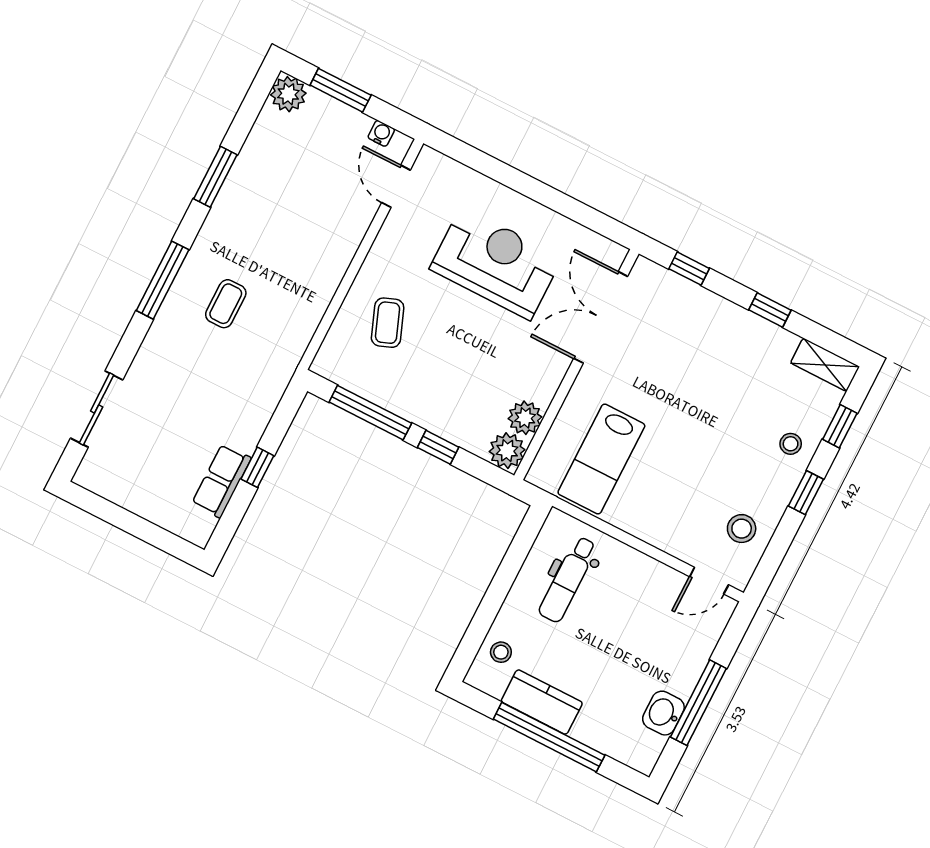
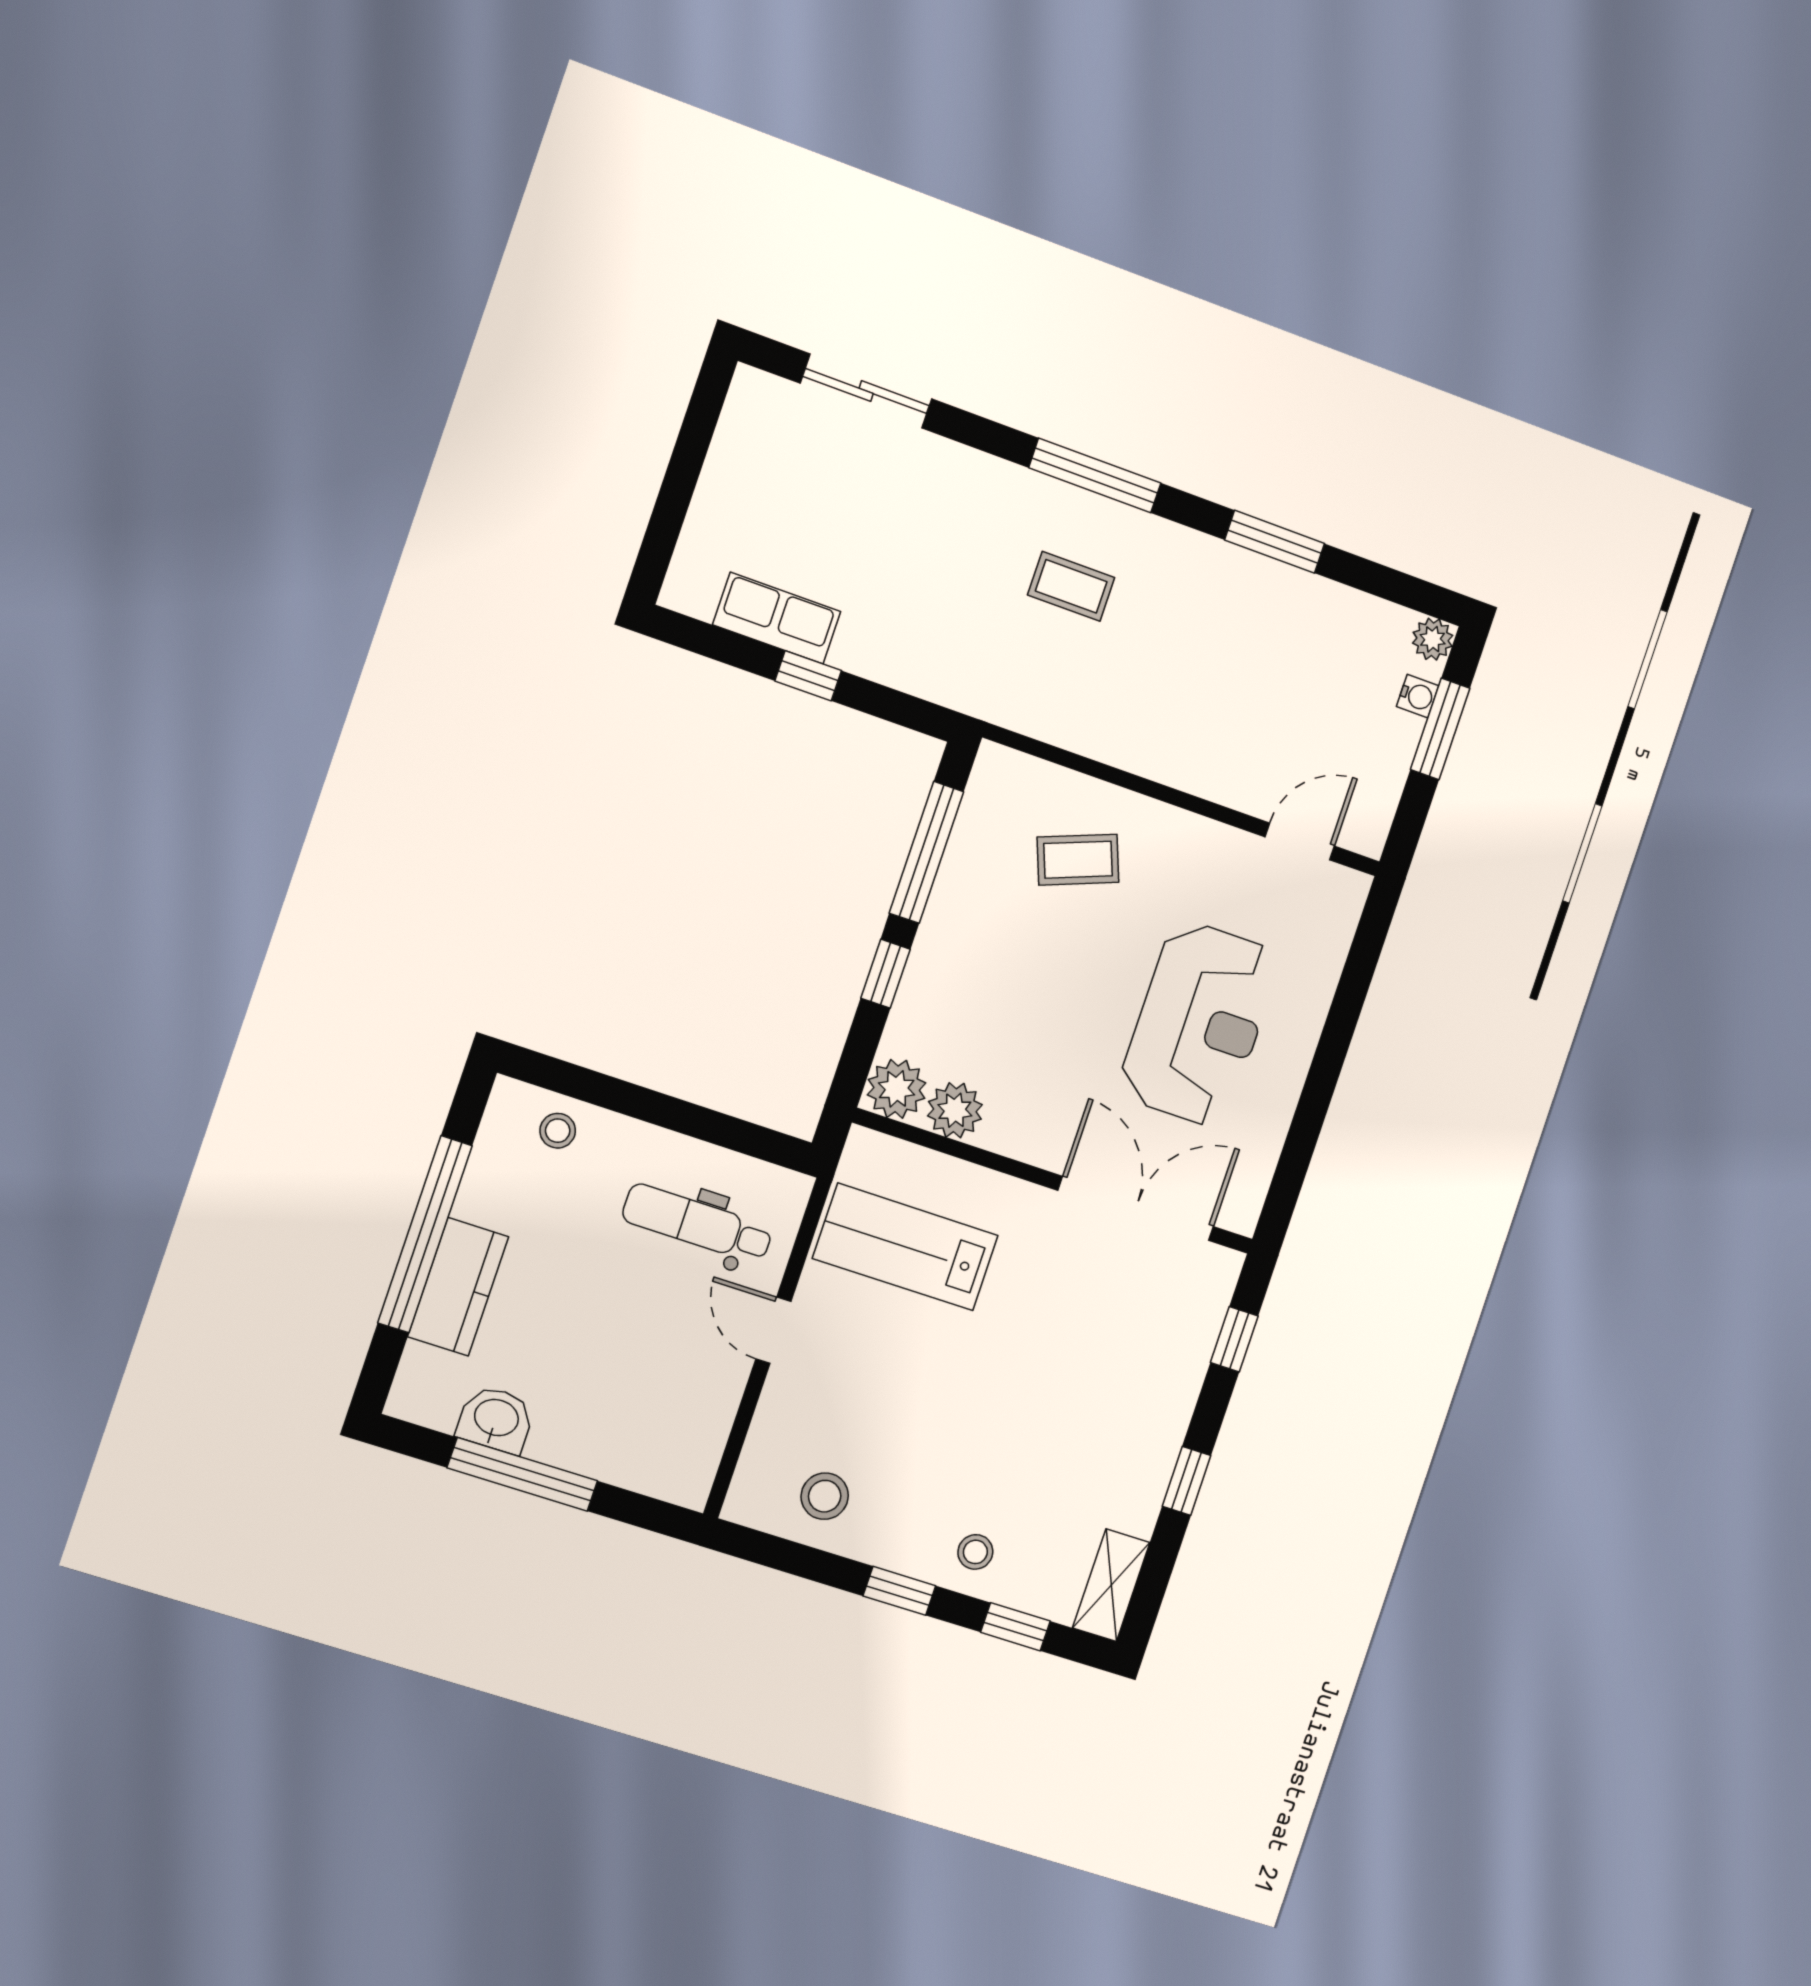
plant: (288, 94) -> (1433, 639), width x0.73, depth x0.73
water cooler: (381, 133) -> (1418, 696), moved
door: (709, 581) -> (773, 1330), moved
kitchen counter: (542, 702) -> (458, 1287), moved

